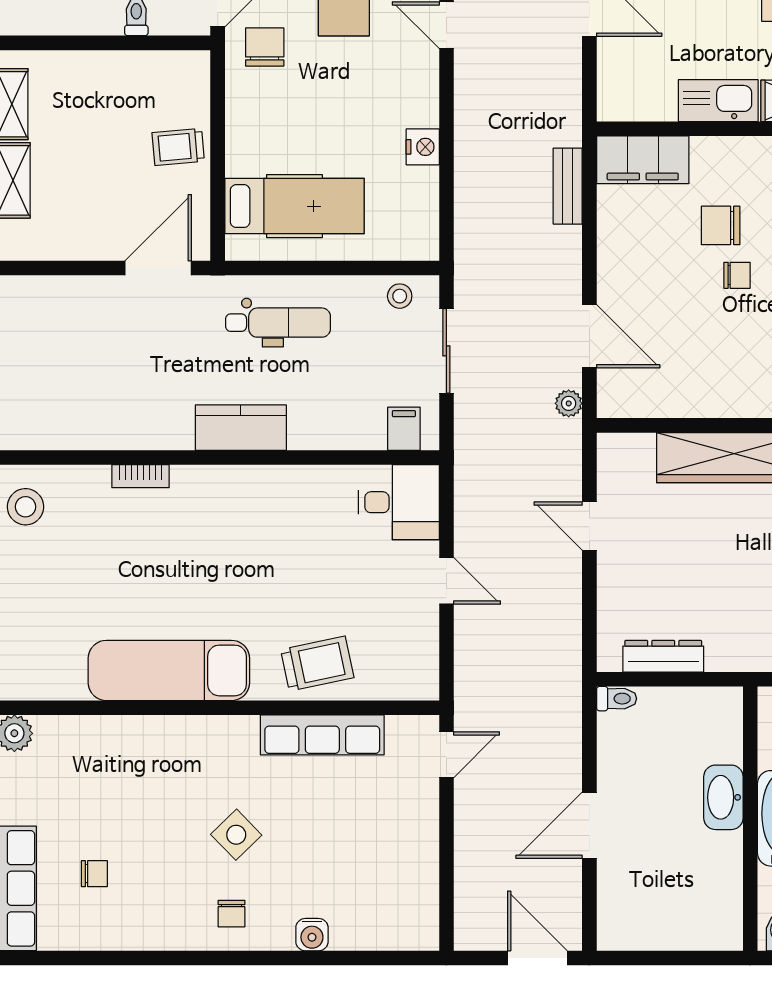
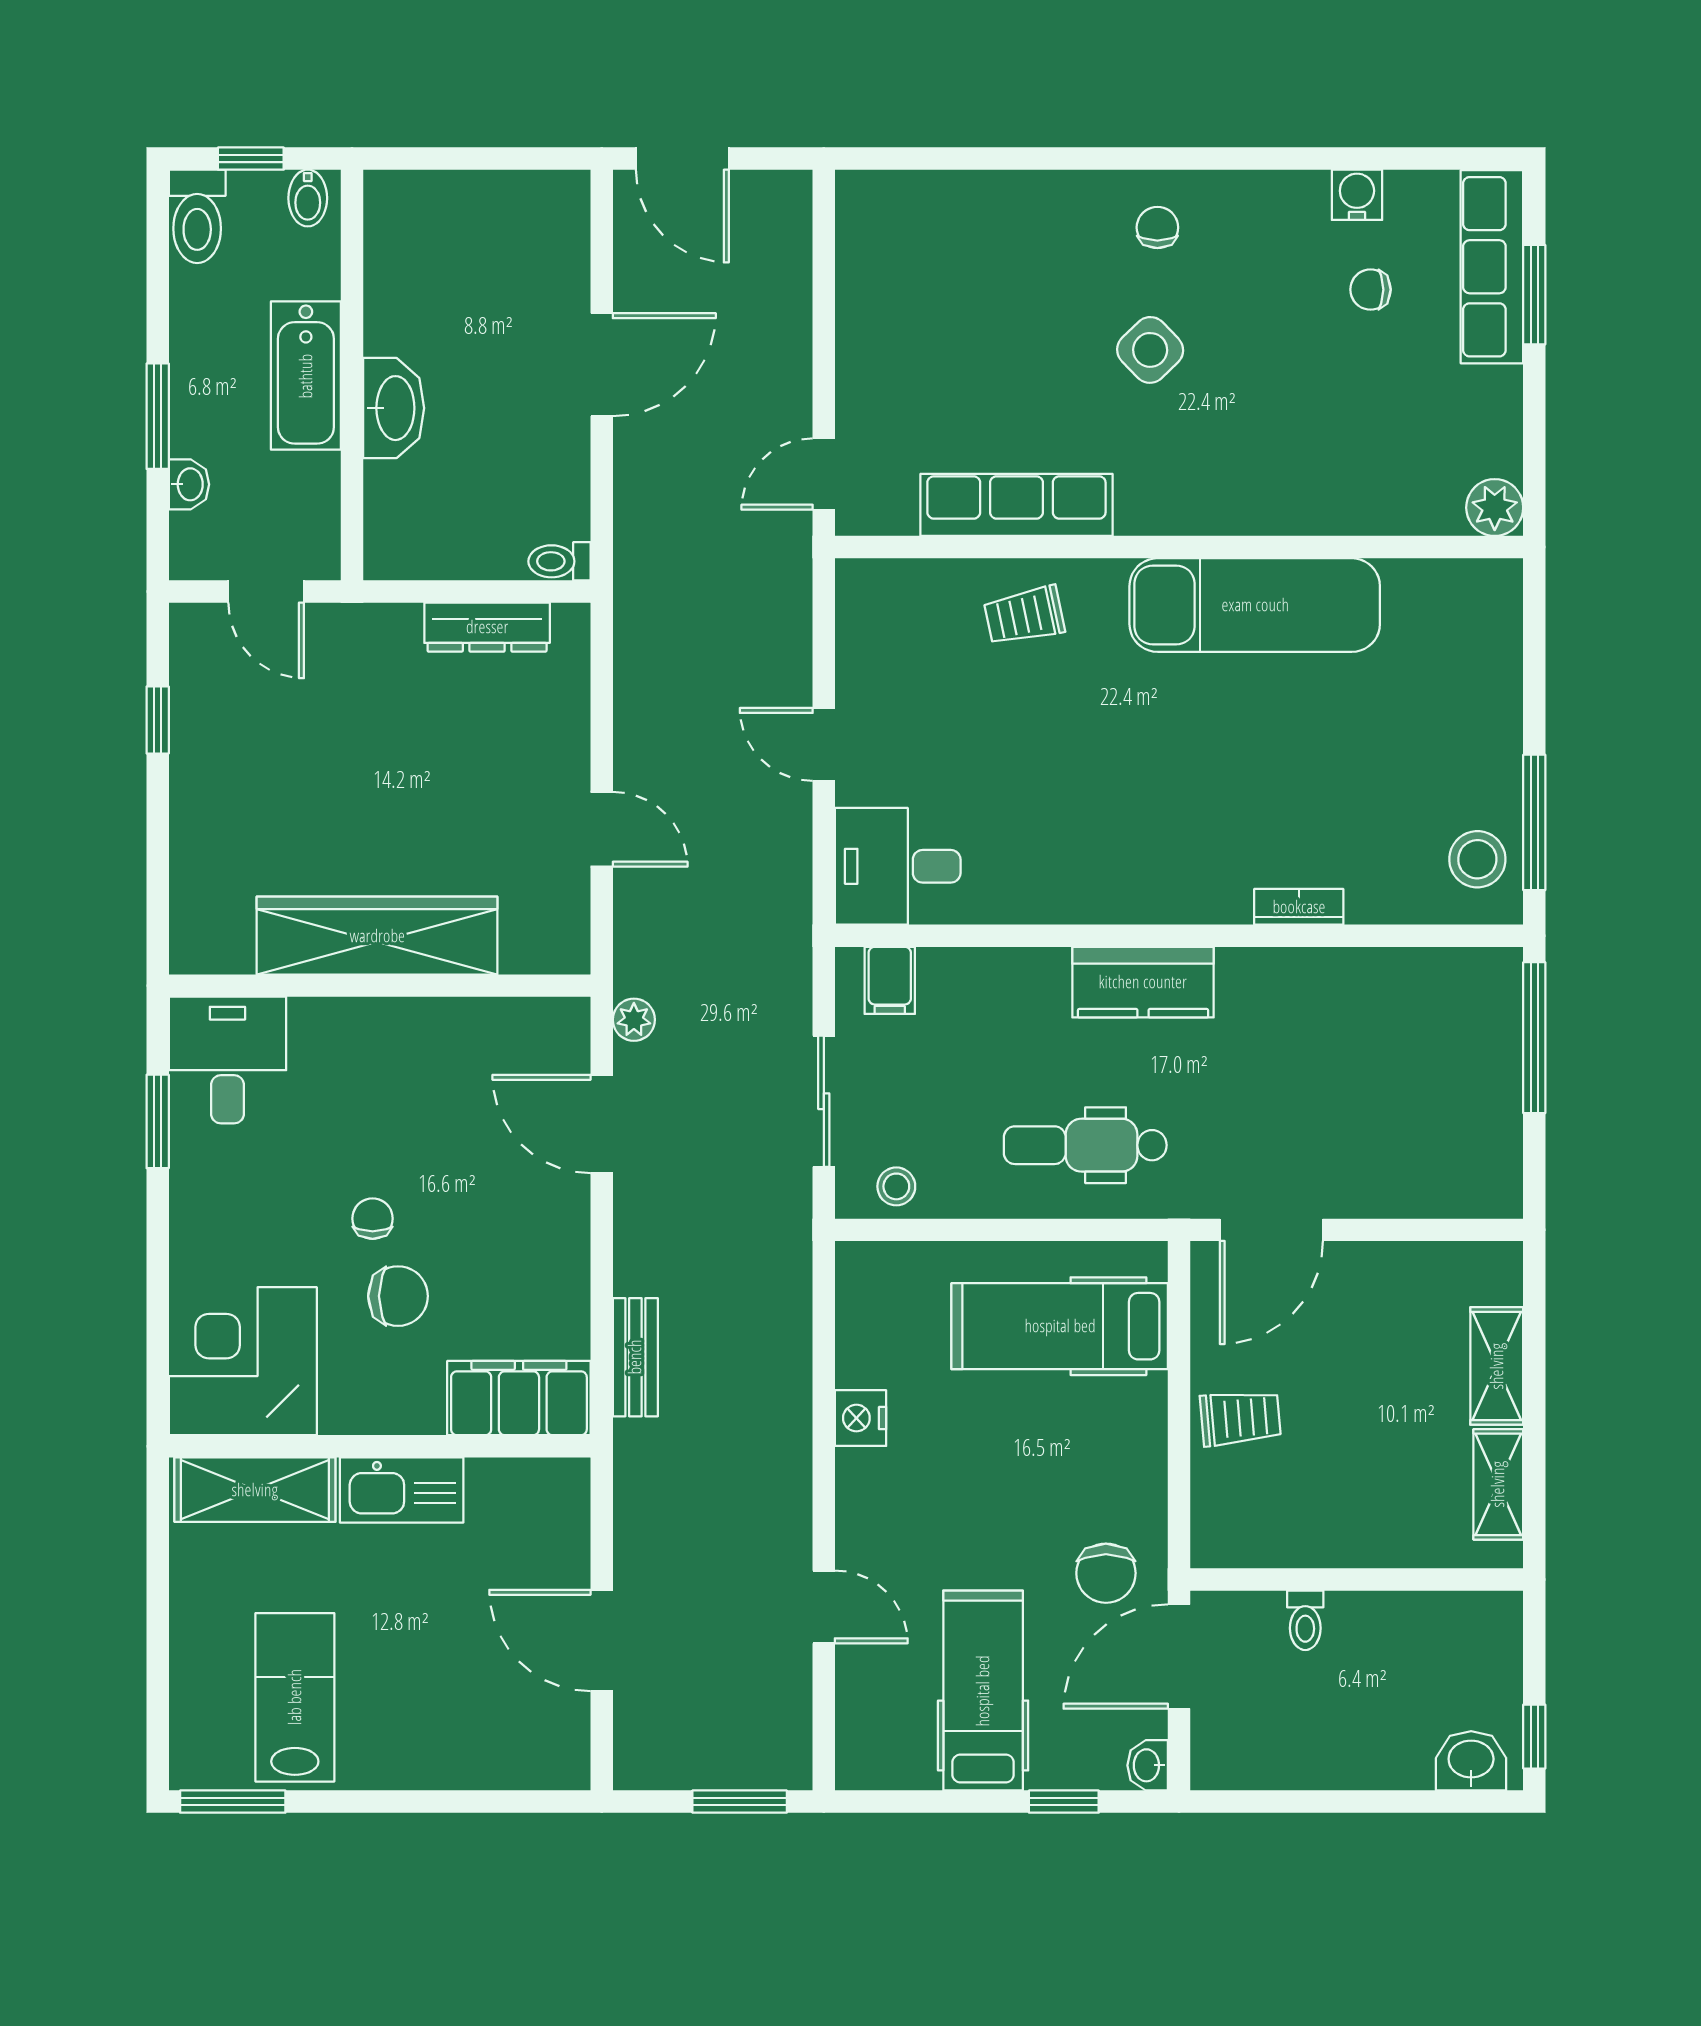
chair: (737, 275) -> (373, 1219), turned 90
trolley: (317, 664) -> (1024, 616), width x0.73, depth x0.72
water cooler: (312, 935) -> (1357, 195), moved

